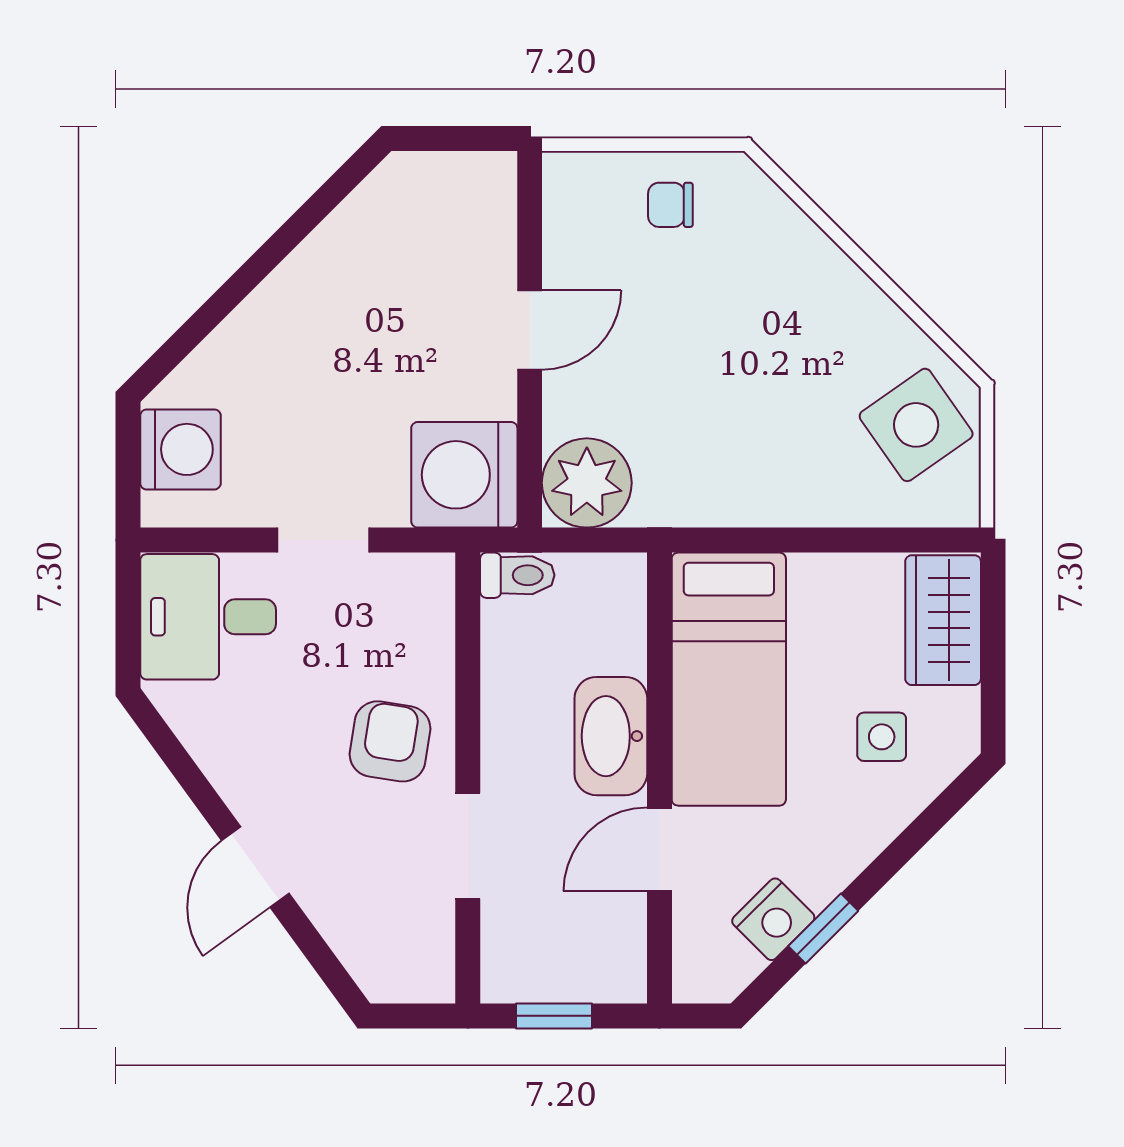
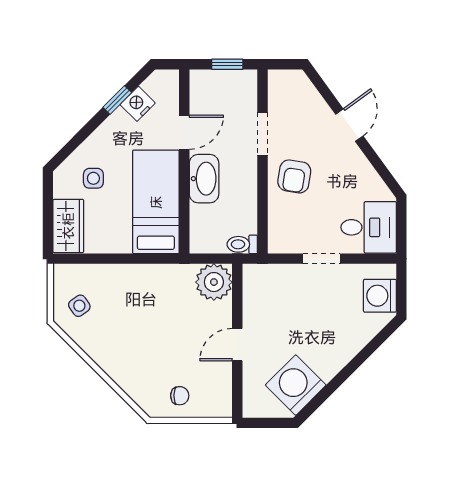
side table: (916, 425) -> (79, 306), width x0.54, depth x0.54
washing machine: (464, 475) -> (296, 385), moved, turned -135

